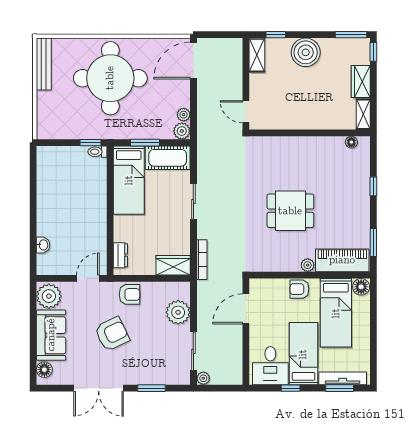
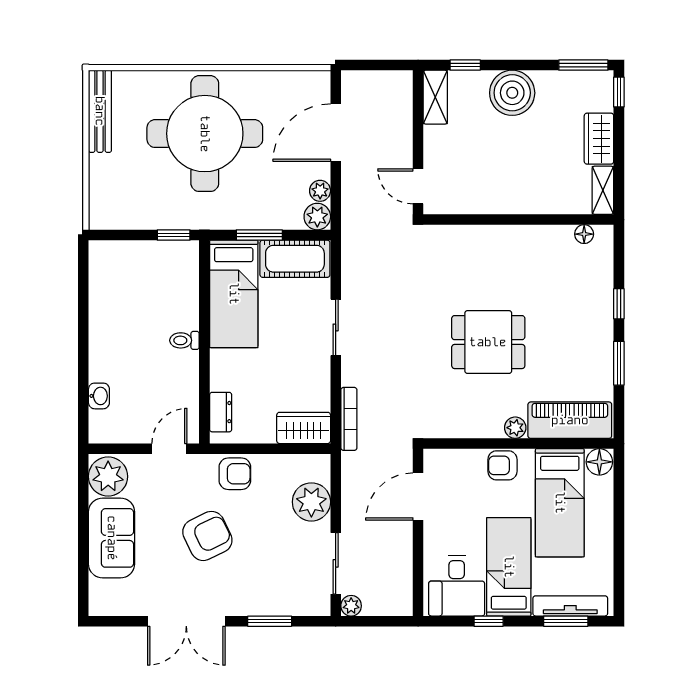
door: (193, 60) -> (336, 133), moved
toilet: (97, 152) -> (184, 340), moved
window: (373, 243) -> (619, 363), moved
floor lamp: (44, 370) -> (101, 592), removed

